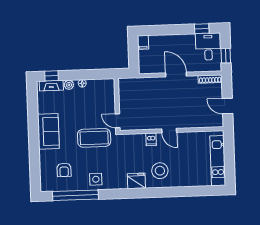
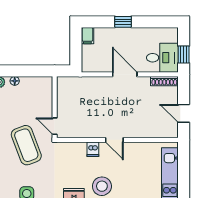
window: (202, 29) -> (123, 22), moved
desk: (208, 47) -> (162, 58), moved, turned 90
coffee table: (94, 138) -> (26, 145), turned 69

